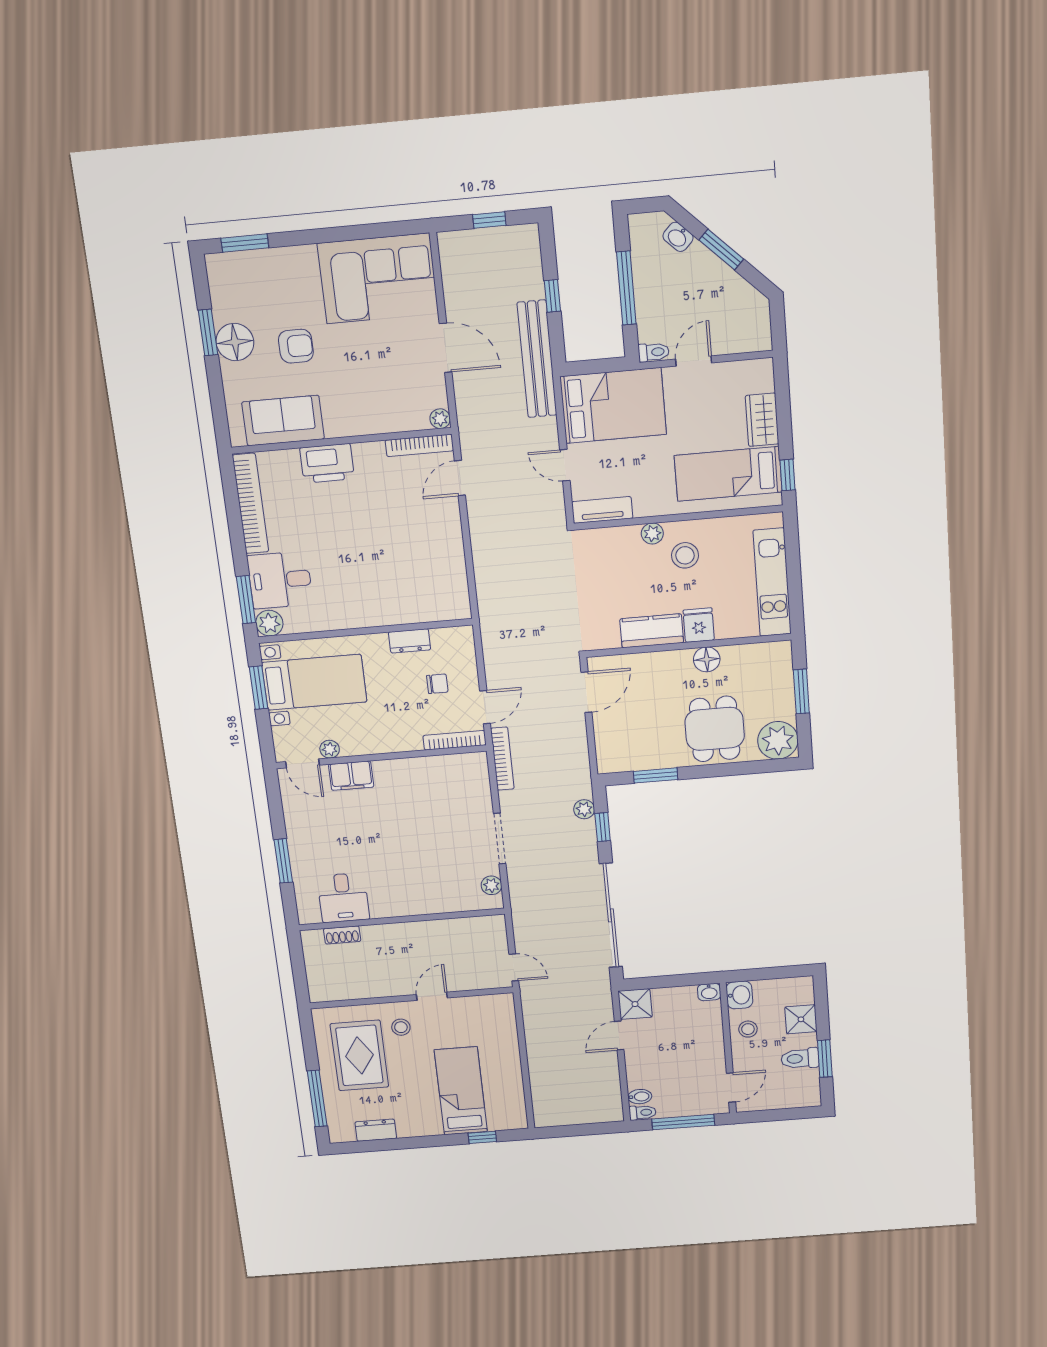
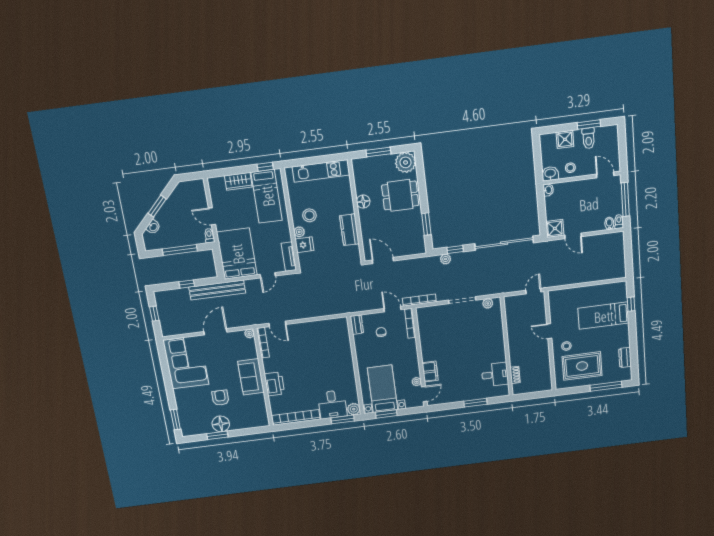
sofa: (283, 421) -> (251, 377), moved
fridge: (699, 625) -> (304, 245), moved, turned 180
dresser: (410, 641) -> (357, 325), moved

